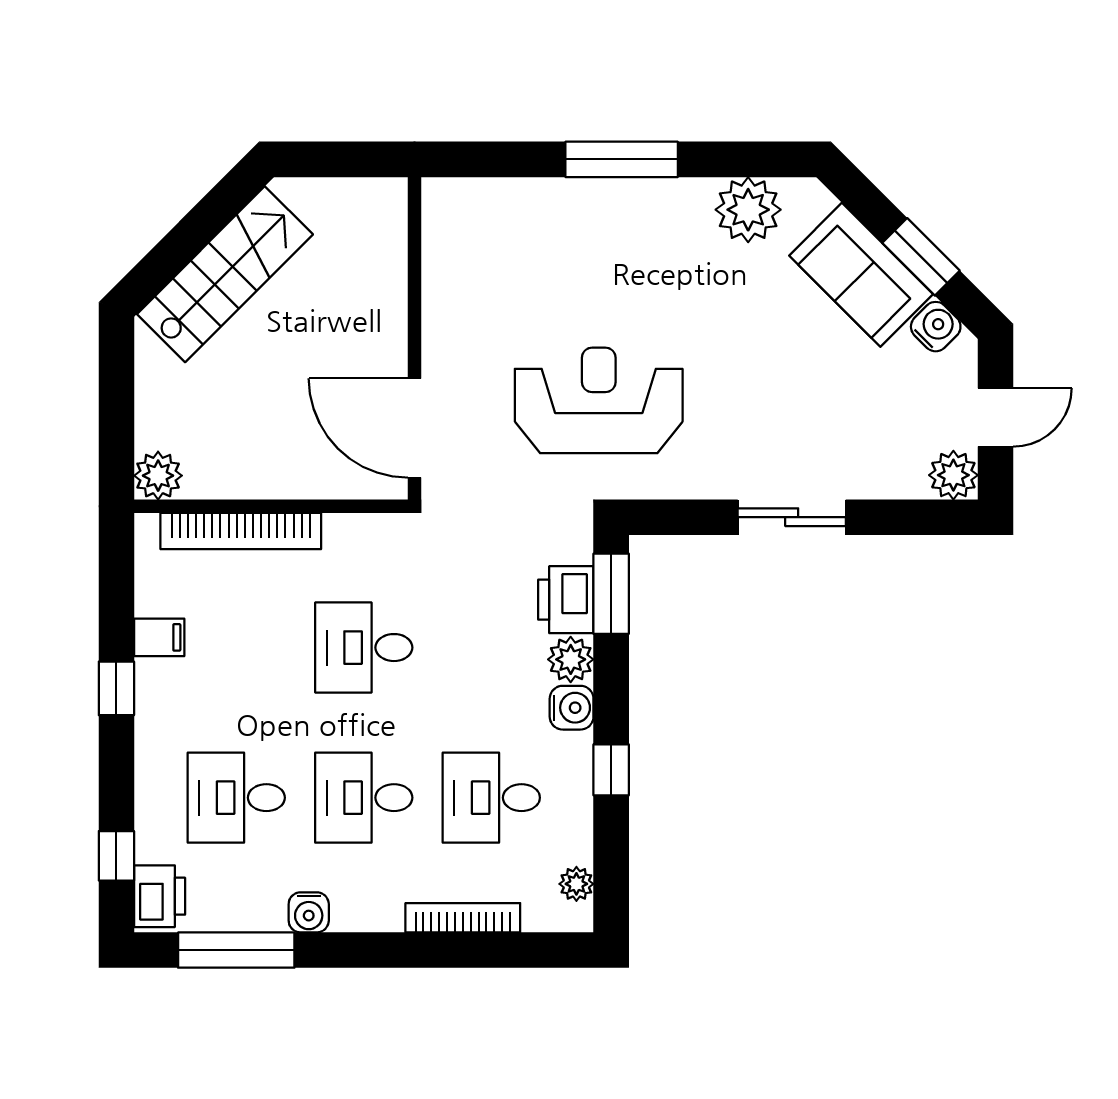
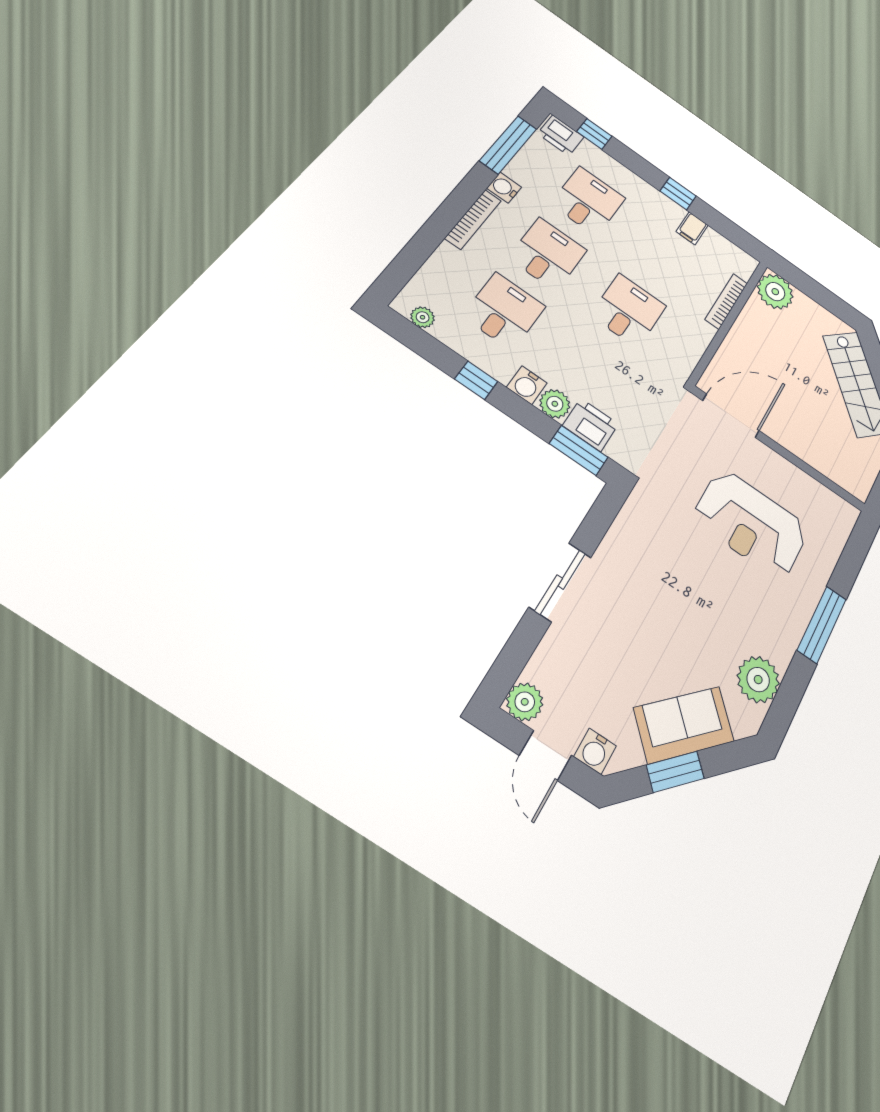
water cooler: (936, 327) -> (595, 751), moved, turned 45
reception desk: (599, 400) -> (751, 524), moved, turned 90
plant: (158, 476) -> (775, 292), width x1.36, depth x1.36
bookcase: (241, 531) -> (726, 301), width x0.68, depth x0.76
bookcase: (463, 918) -> (473, 219), moved

